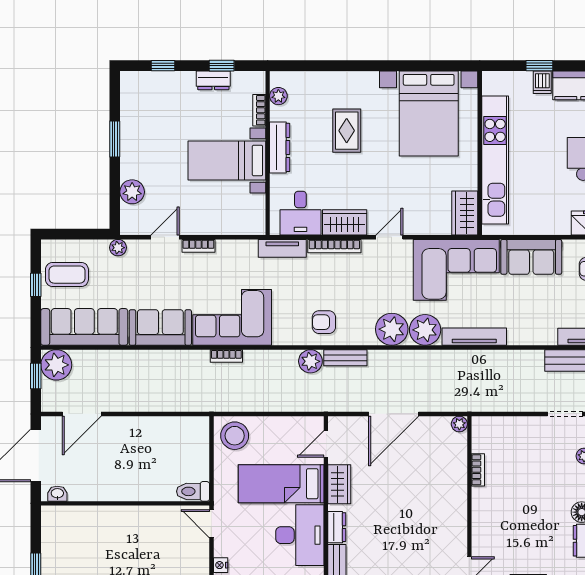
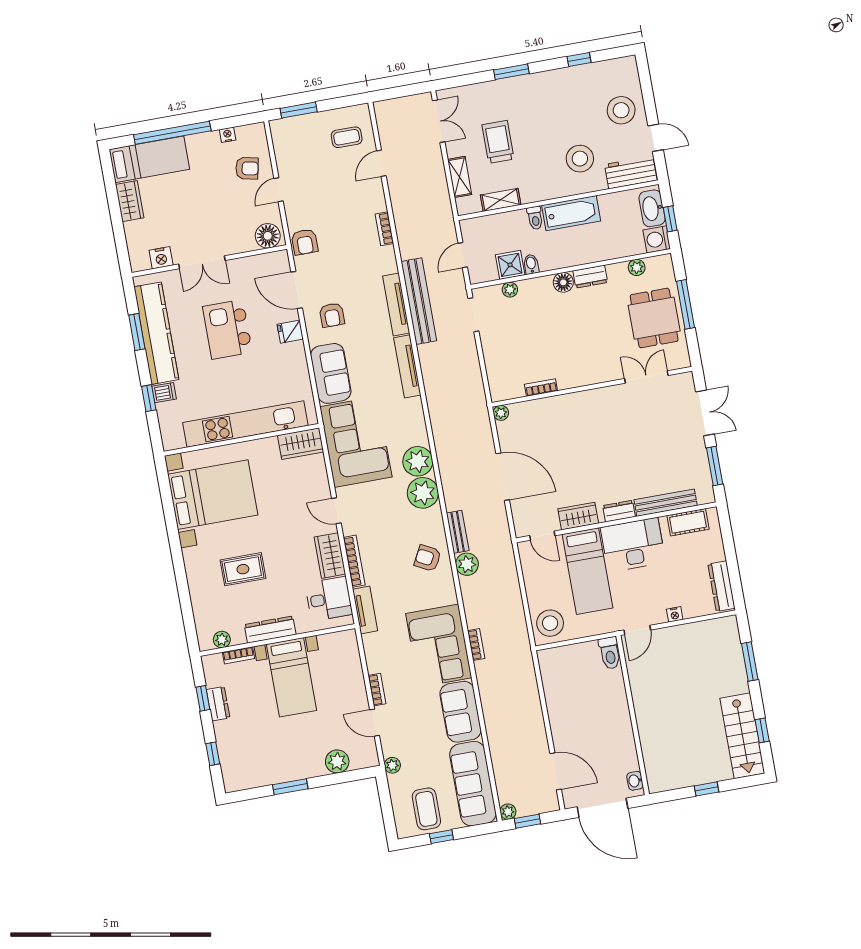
armchair: (324, 322) -> (428, 558), turned 118
tv unit: (474, 337) -> (407, 366), moved
plant: (56, 365) -> (508, 812), width x0.53, depth x0.53

